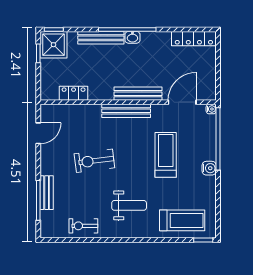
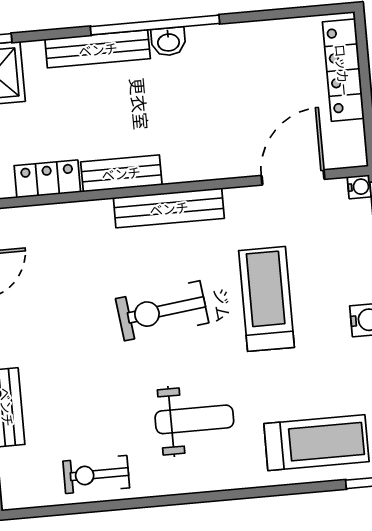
locker: (194, 39) -> (343, 70), moved, turned 90
bench: (138, 94) -> (121, 173), moved, width x0.73
exercise bike: (94, 161) -> (162, 311), moved

